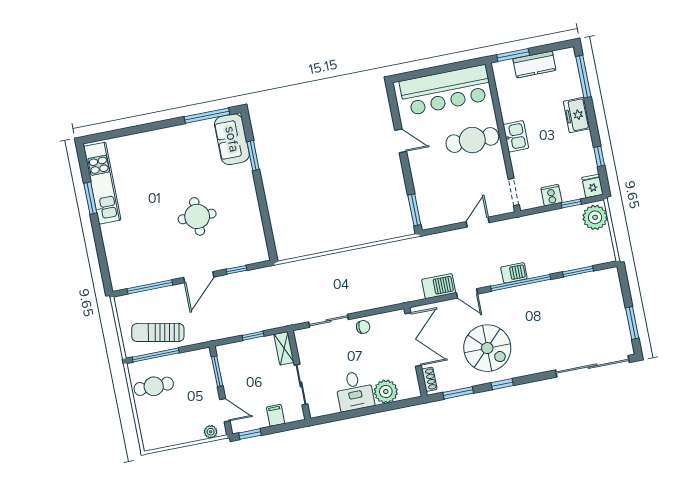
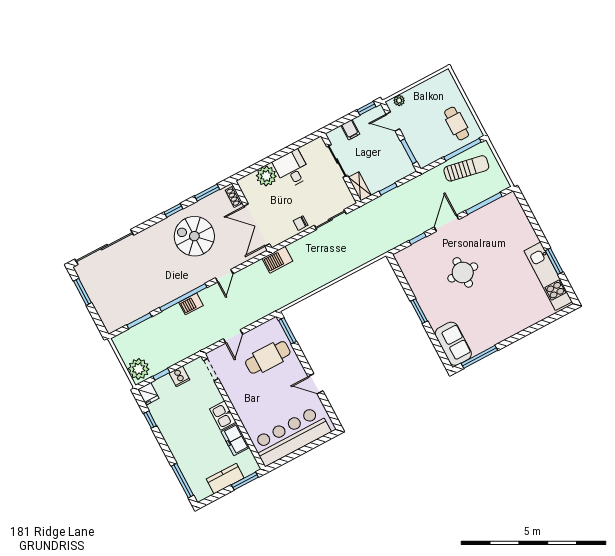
freezer: (577, 115) -> (235, 440), moved, turned 180
cafe table: (472, 140) -> (268, 357), moved
window: (253, 156) -> (419, 311), moved
barbecue: (439, 286) -> (277, 260), moved
door: (467, 293) -> (224, 276), swing flipped
cafe table: (154, 386) -> (457, 124), turned 90

